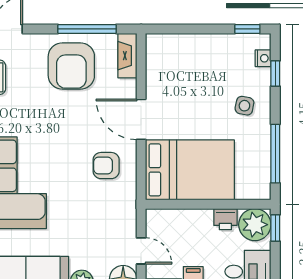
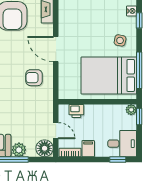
bed: (190, 170) -> (109, 75), moved, turned 180
printer: (225, 219) -> (76, 111), moved
plant: (255, 225) -> (131, 110), width x0.53, depth x0.53

